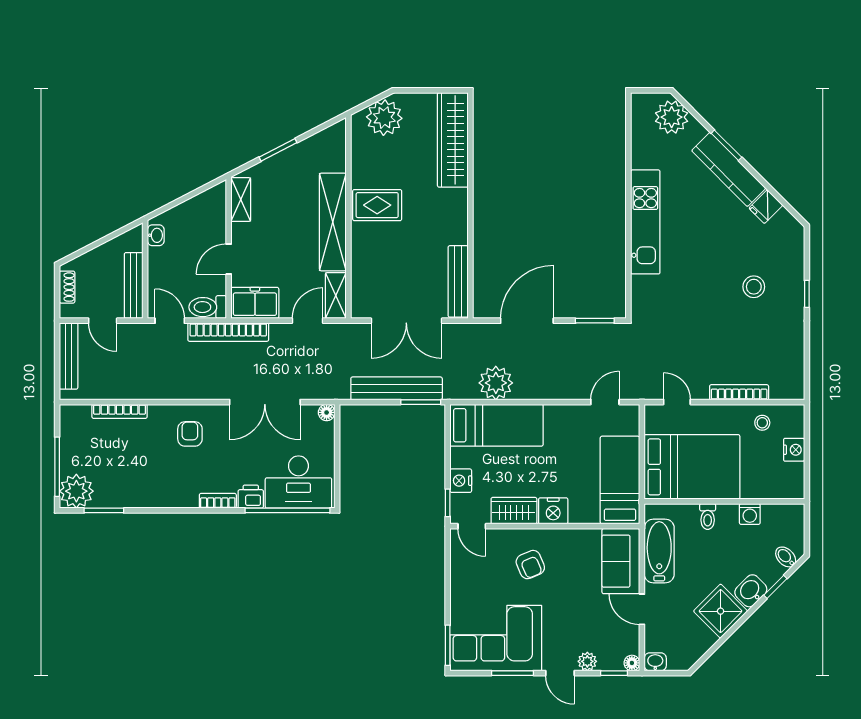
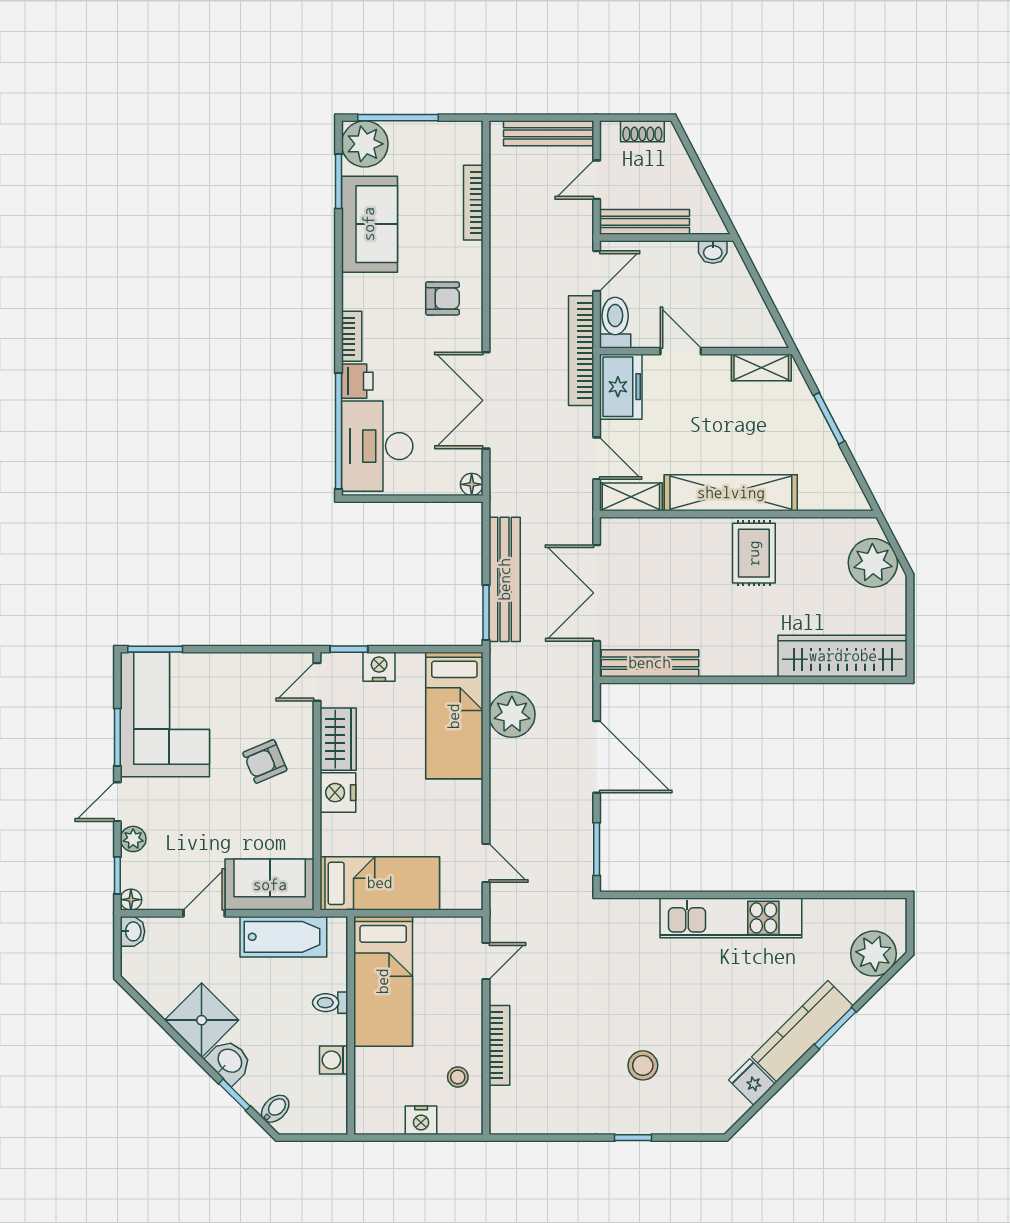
bed: (692, 467) -> (383, 981), width x0.67
sofa: (135, 488) -> (369, 224), added

